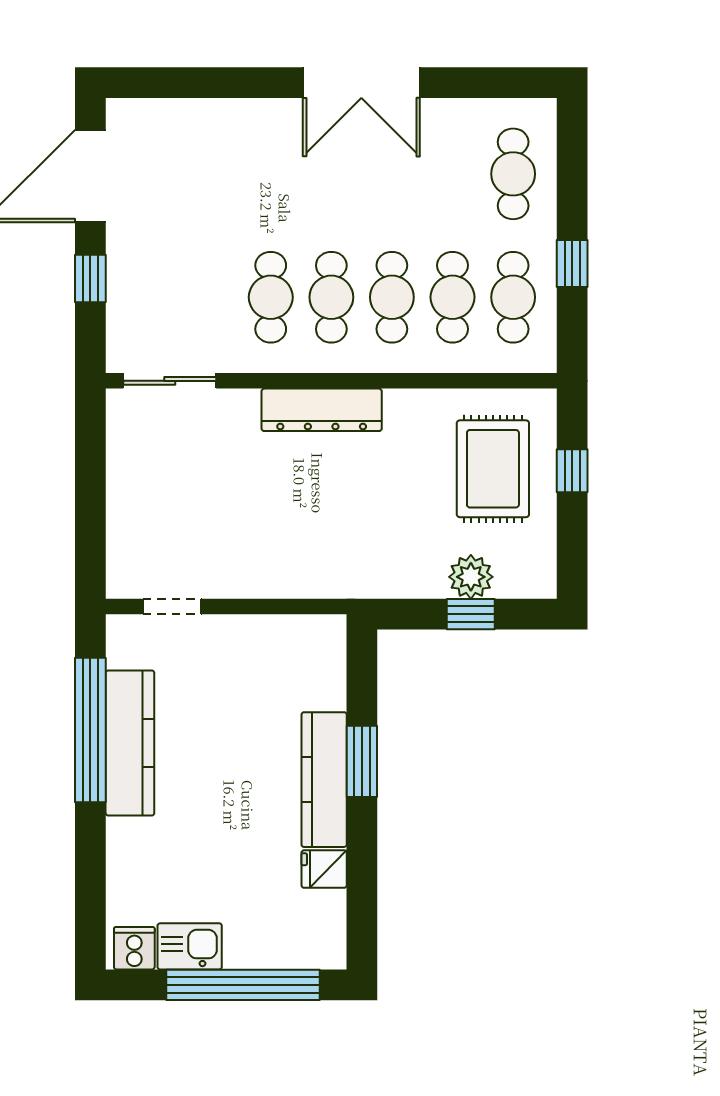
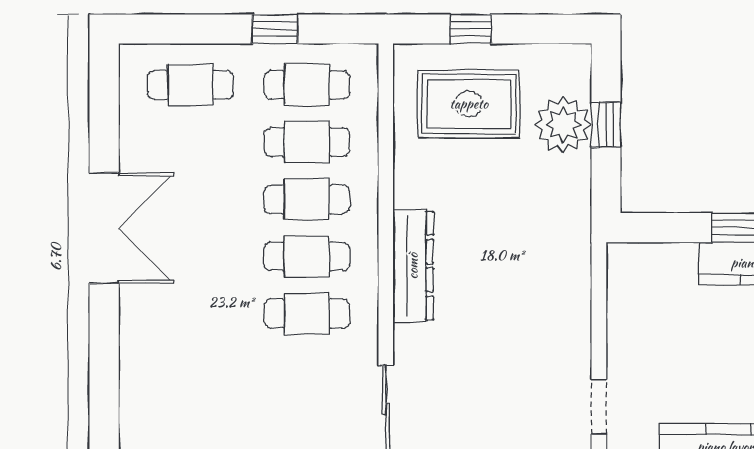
plant: (471, 577) -> (563, 125), width x1.36, depth x1.36

